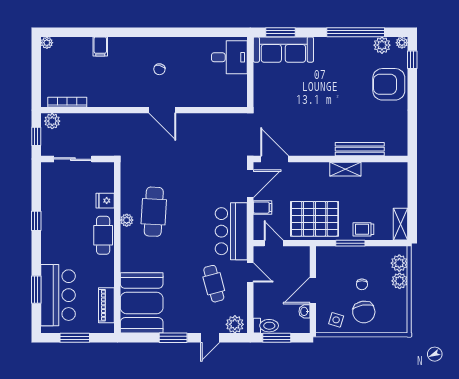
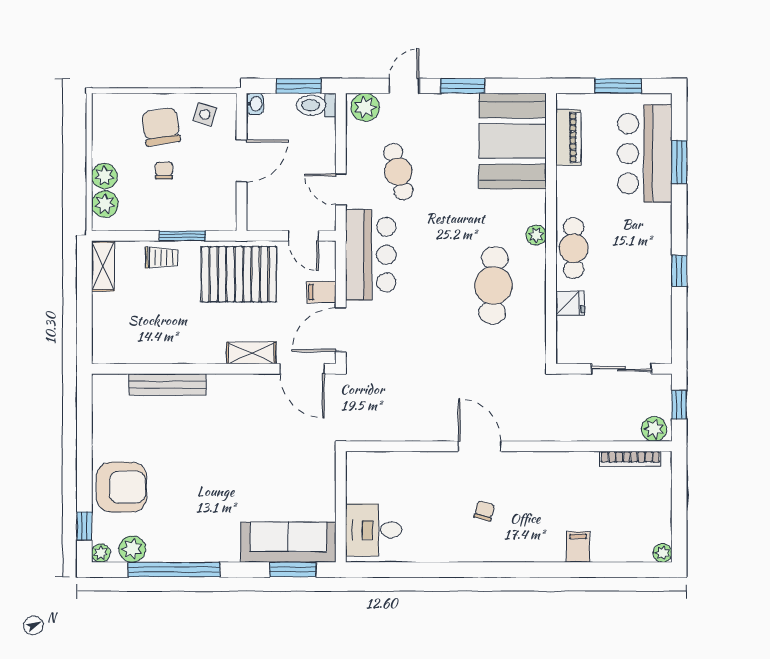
shelving: (345, 169) -> (251, 353), moved
plant: (127, 220) -> (536, 235), moved
washbasin: (304, 311) -> (255, 104), moved

